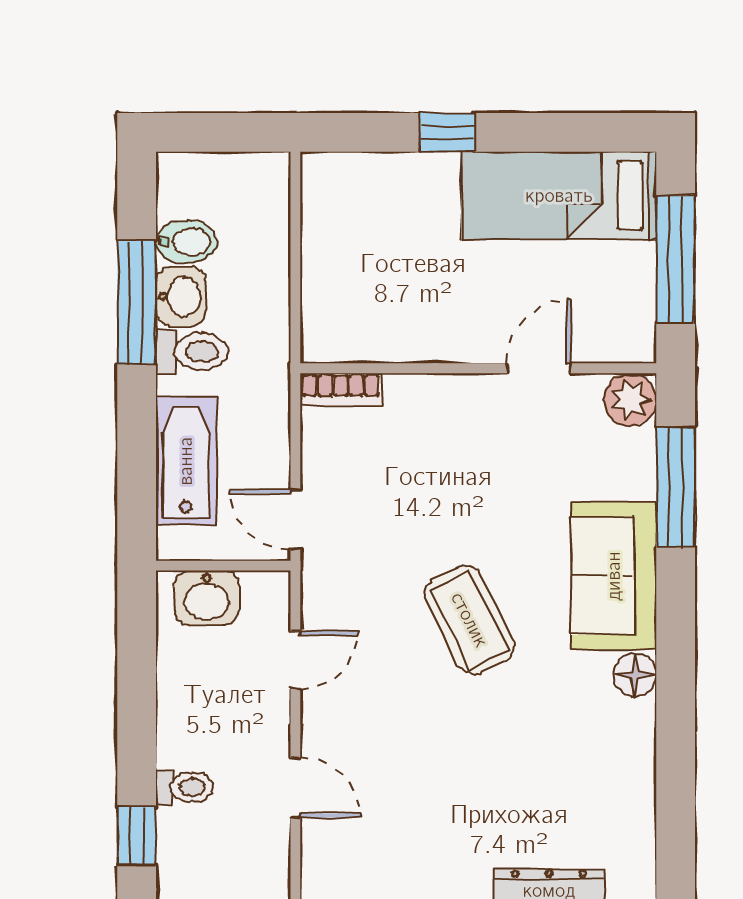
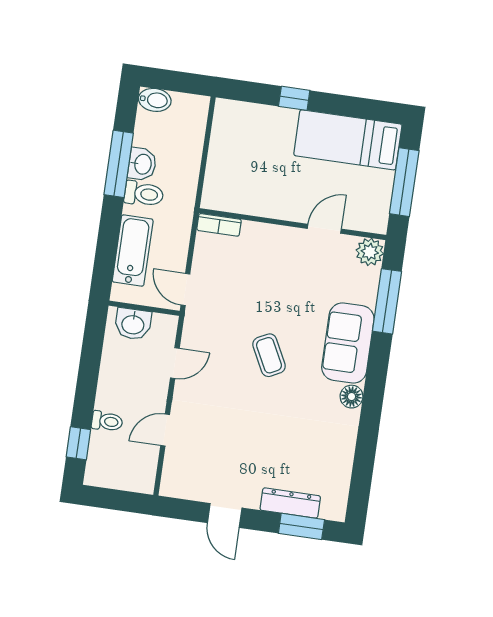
bidet: (187, 242) -> (155, 100), moved
coffee table: (469, 620) -> (269, 355), width x0.73, depth x0.77
door: (295, 788) -> (165, 430), swing flipped

